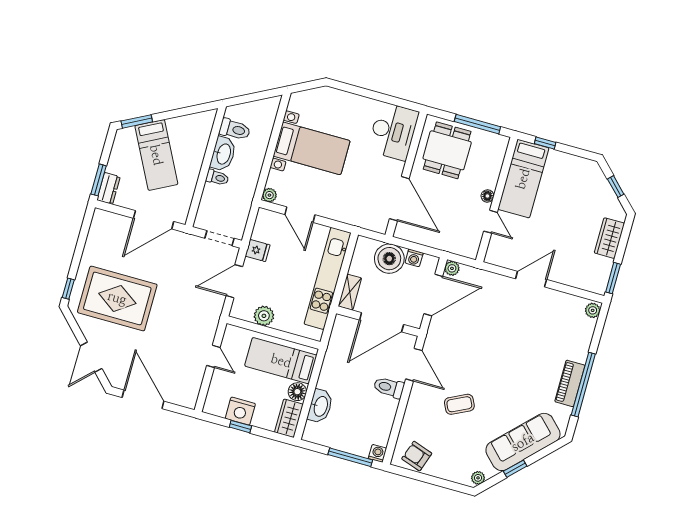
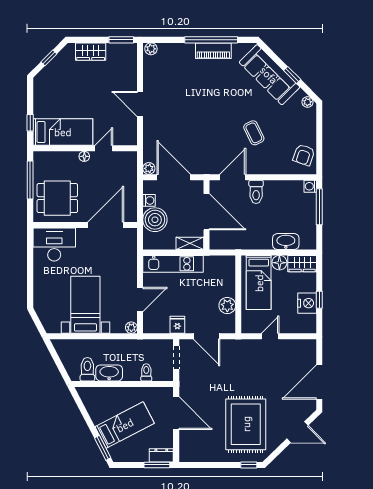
toilet: (217, 178) -> (146, 372), moved
kitchen unit: (328, 278) -> (173, 264), width x0.73

